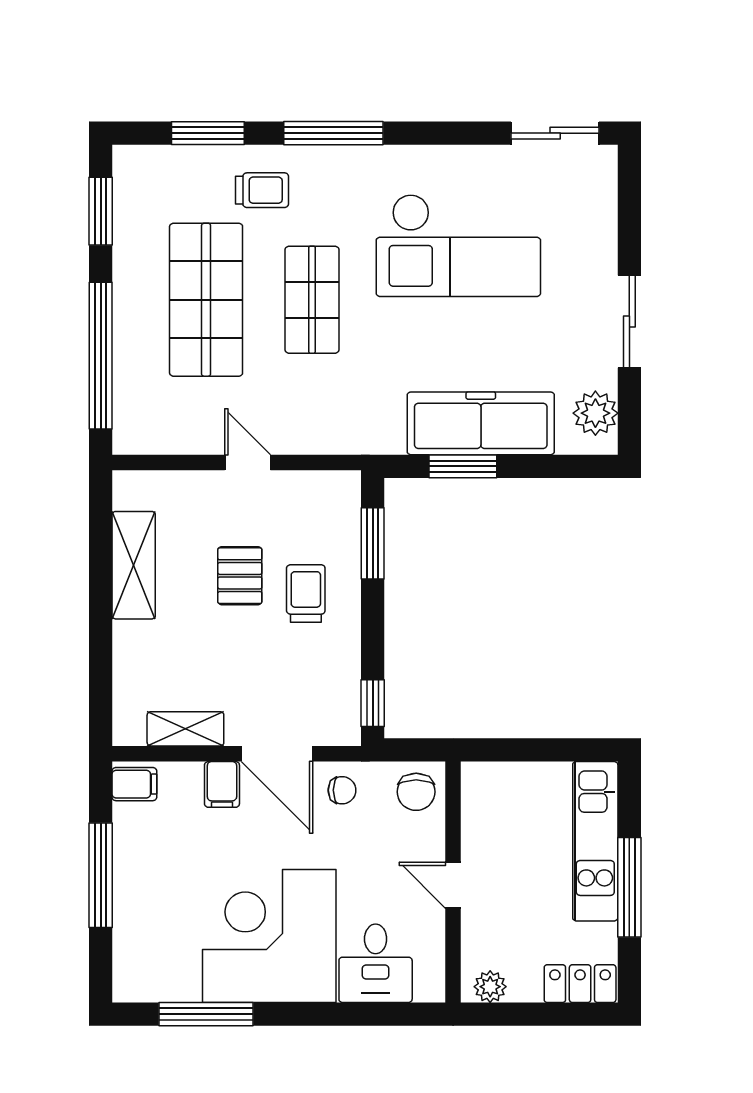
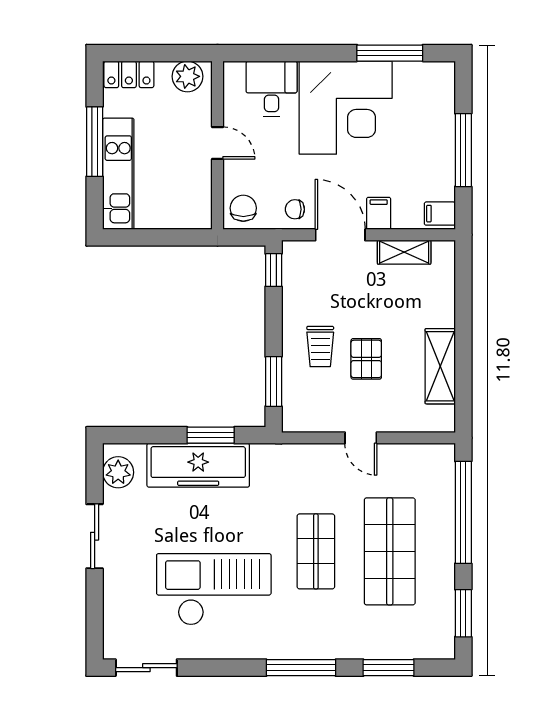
trolley: (262, 190) -> (351, 628), removed
plant: (490, 987) -> (187, 76), width x1.38, depth x1.38

